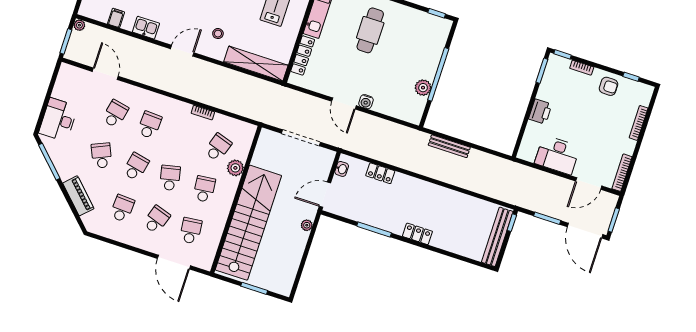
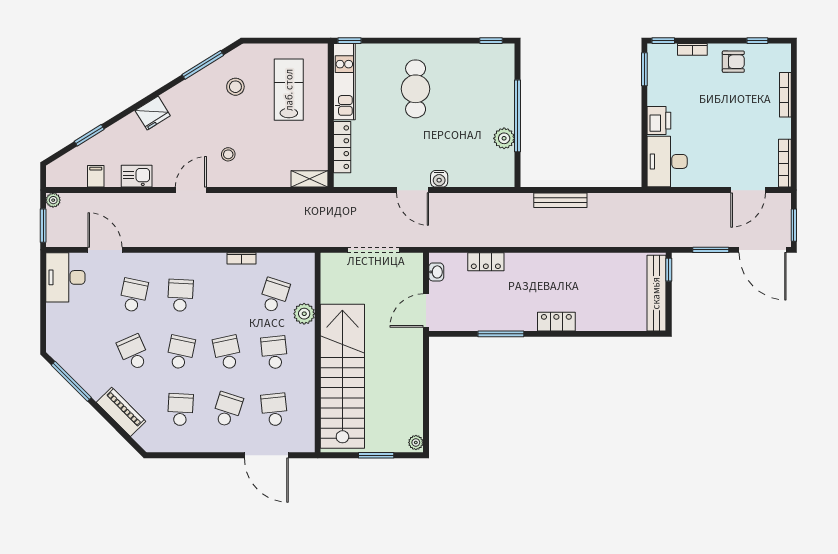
shelving: (256, 64) -> (309, 179), width x0.45, depth x0.75
desk: (58, 120) -> (65, 277), moved
desk: (557, 155) -> (667, 161), moved, turned 90
plant: (307, 225) -> (416, 442), moved

